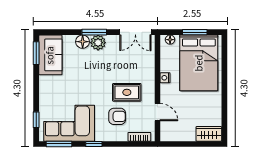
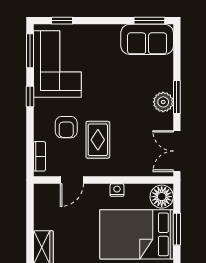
floor lamp: (170, 40) -> (162, 197), width x1.89, depth x1.89
floor lamp: (83, 42) -> (164, 82), removed

